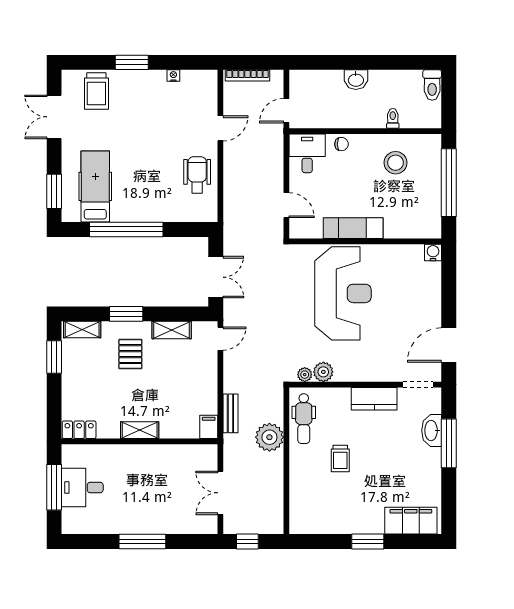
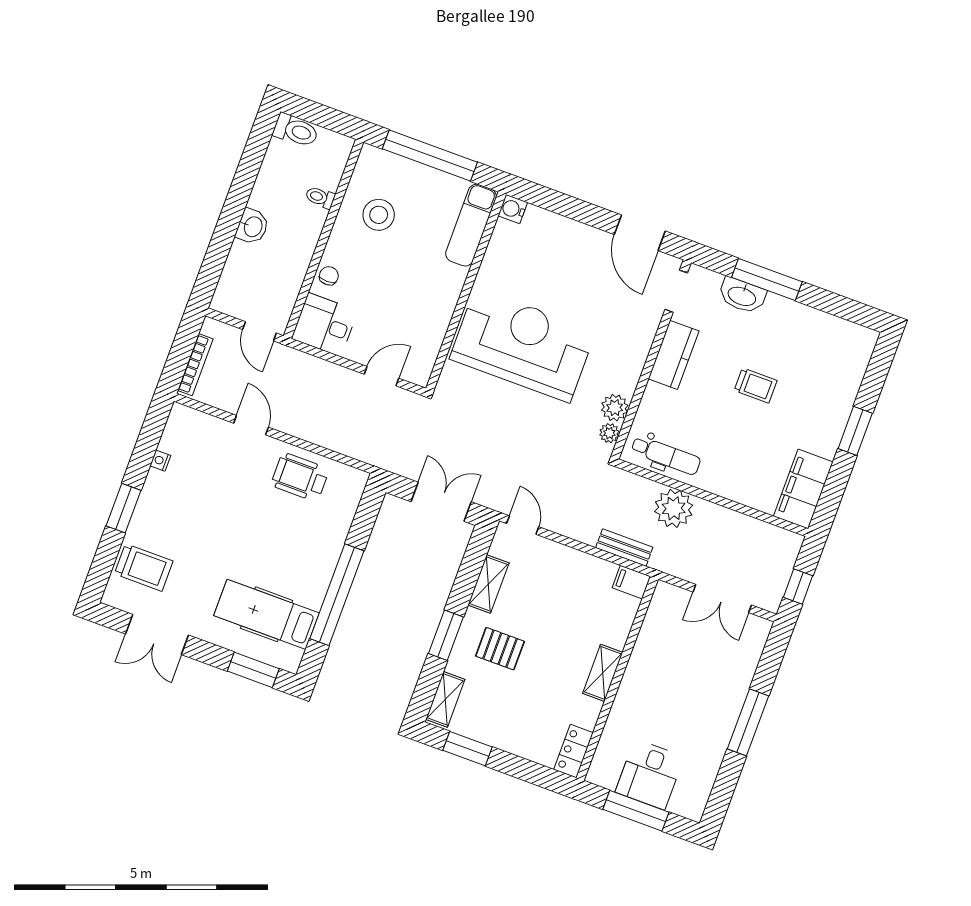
exam couch: (353, 228) -> (471, 225), moved
trolley: (340, 459) -> (756, 386), moved
filing cabinet: (411, 521) -> (803, 489), moved

